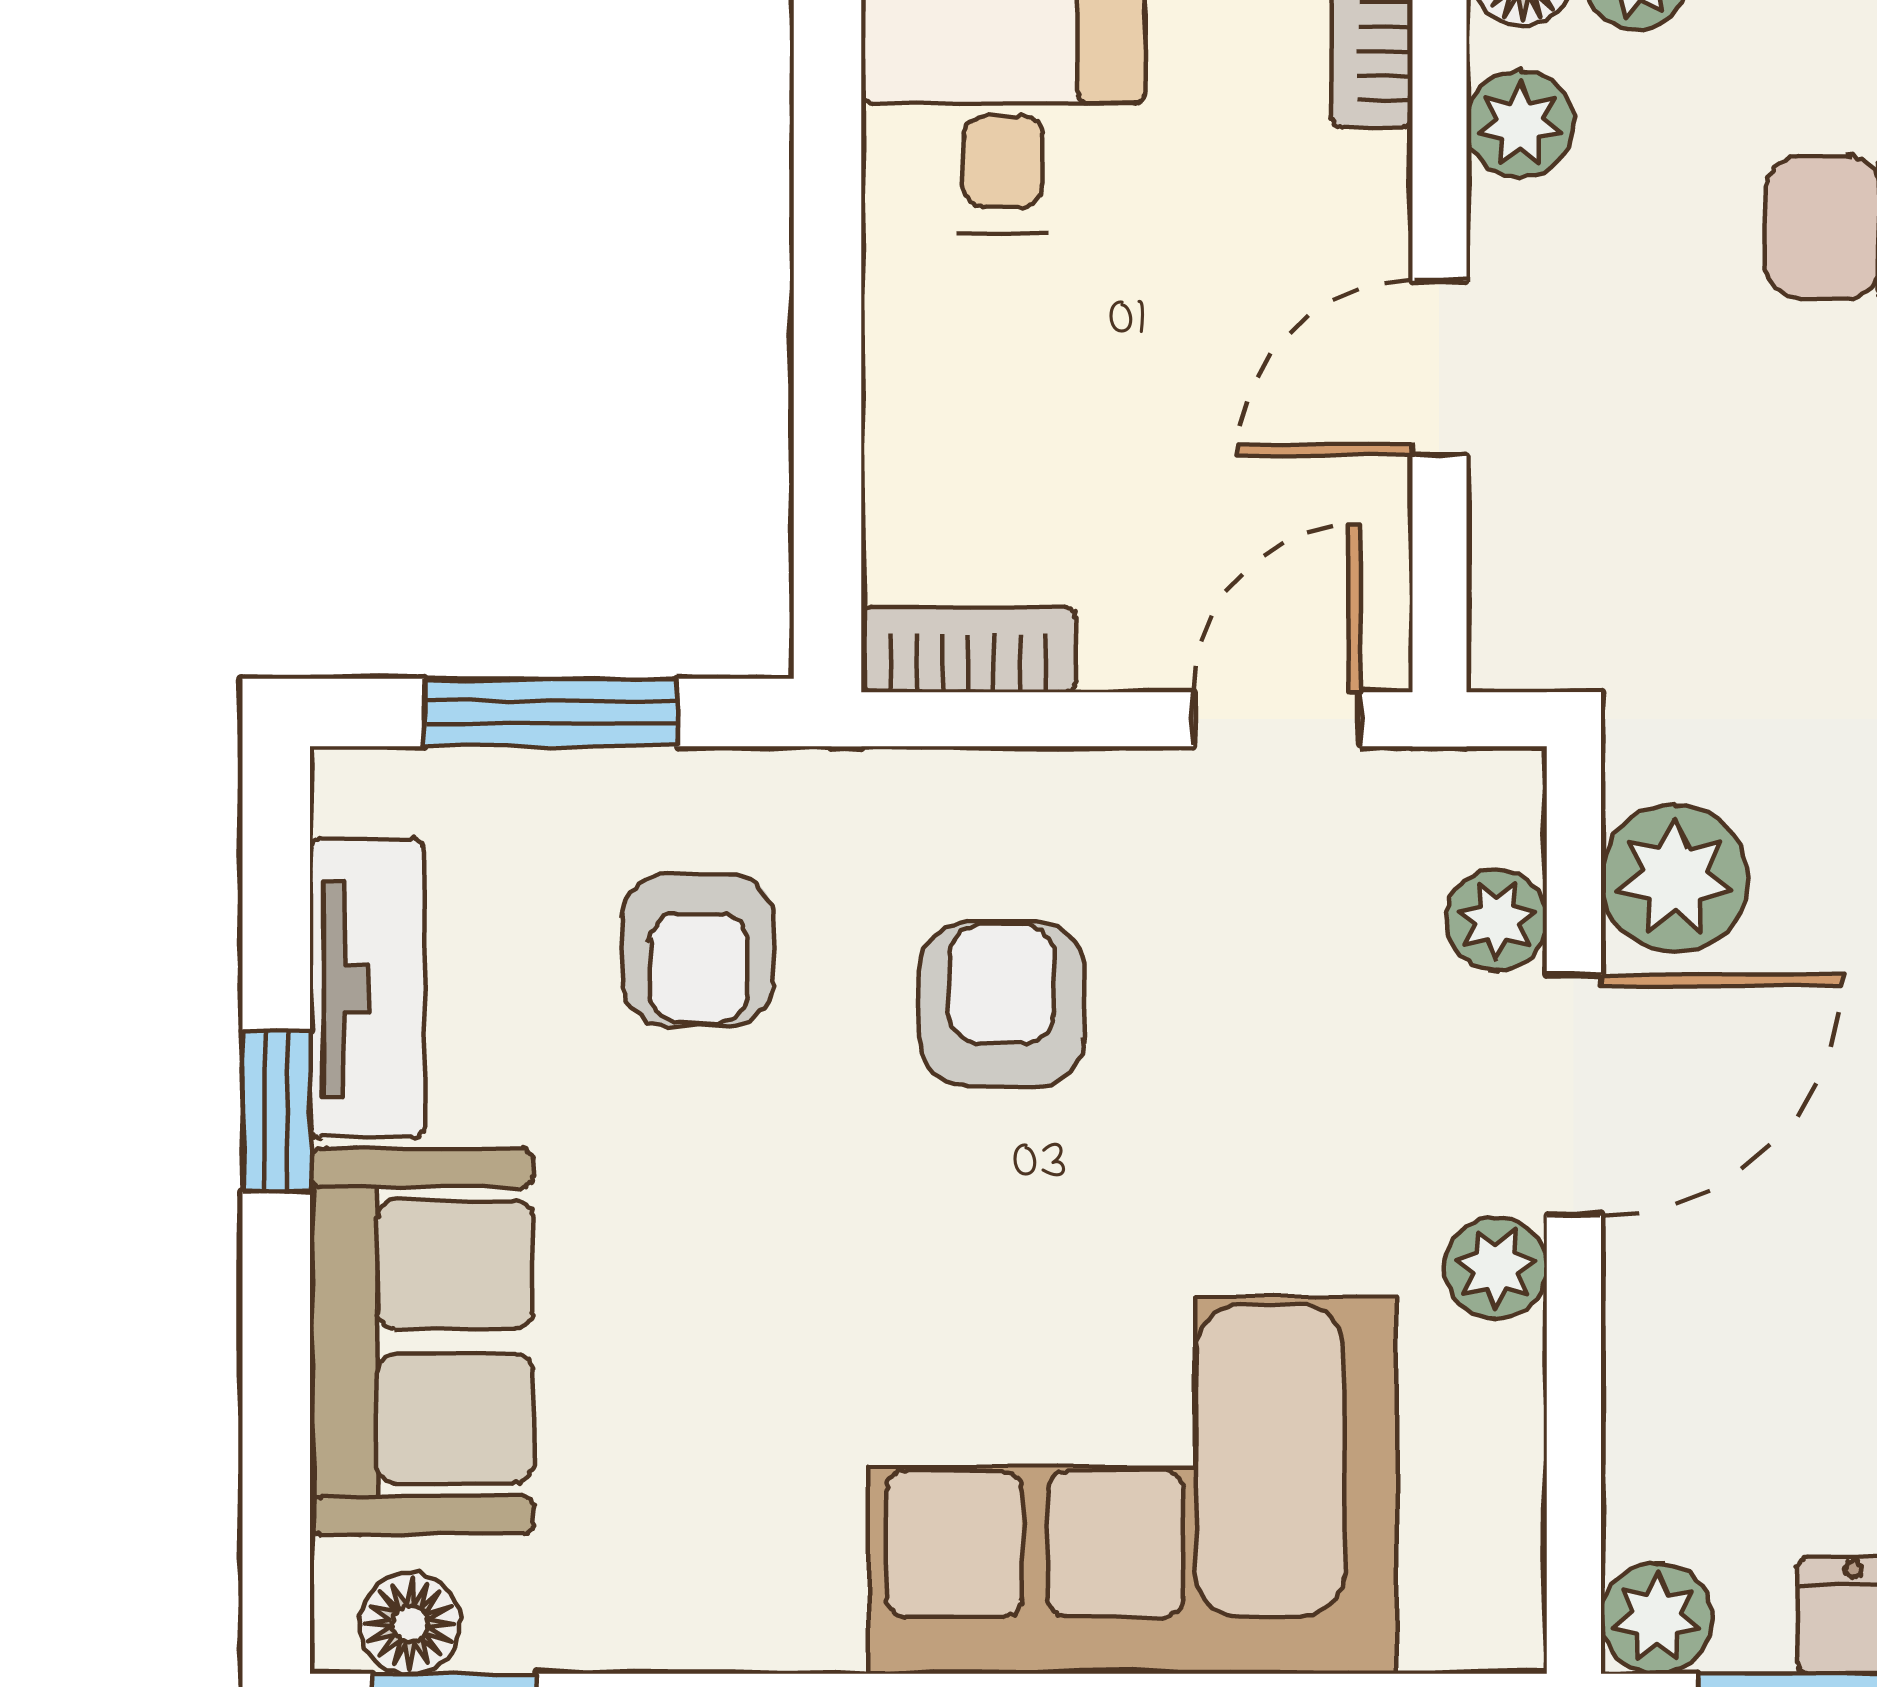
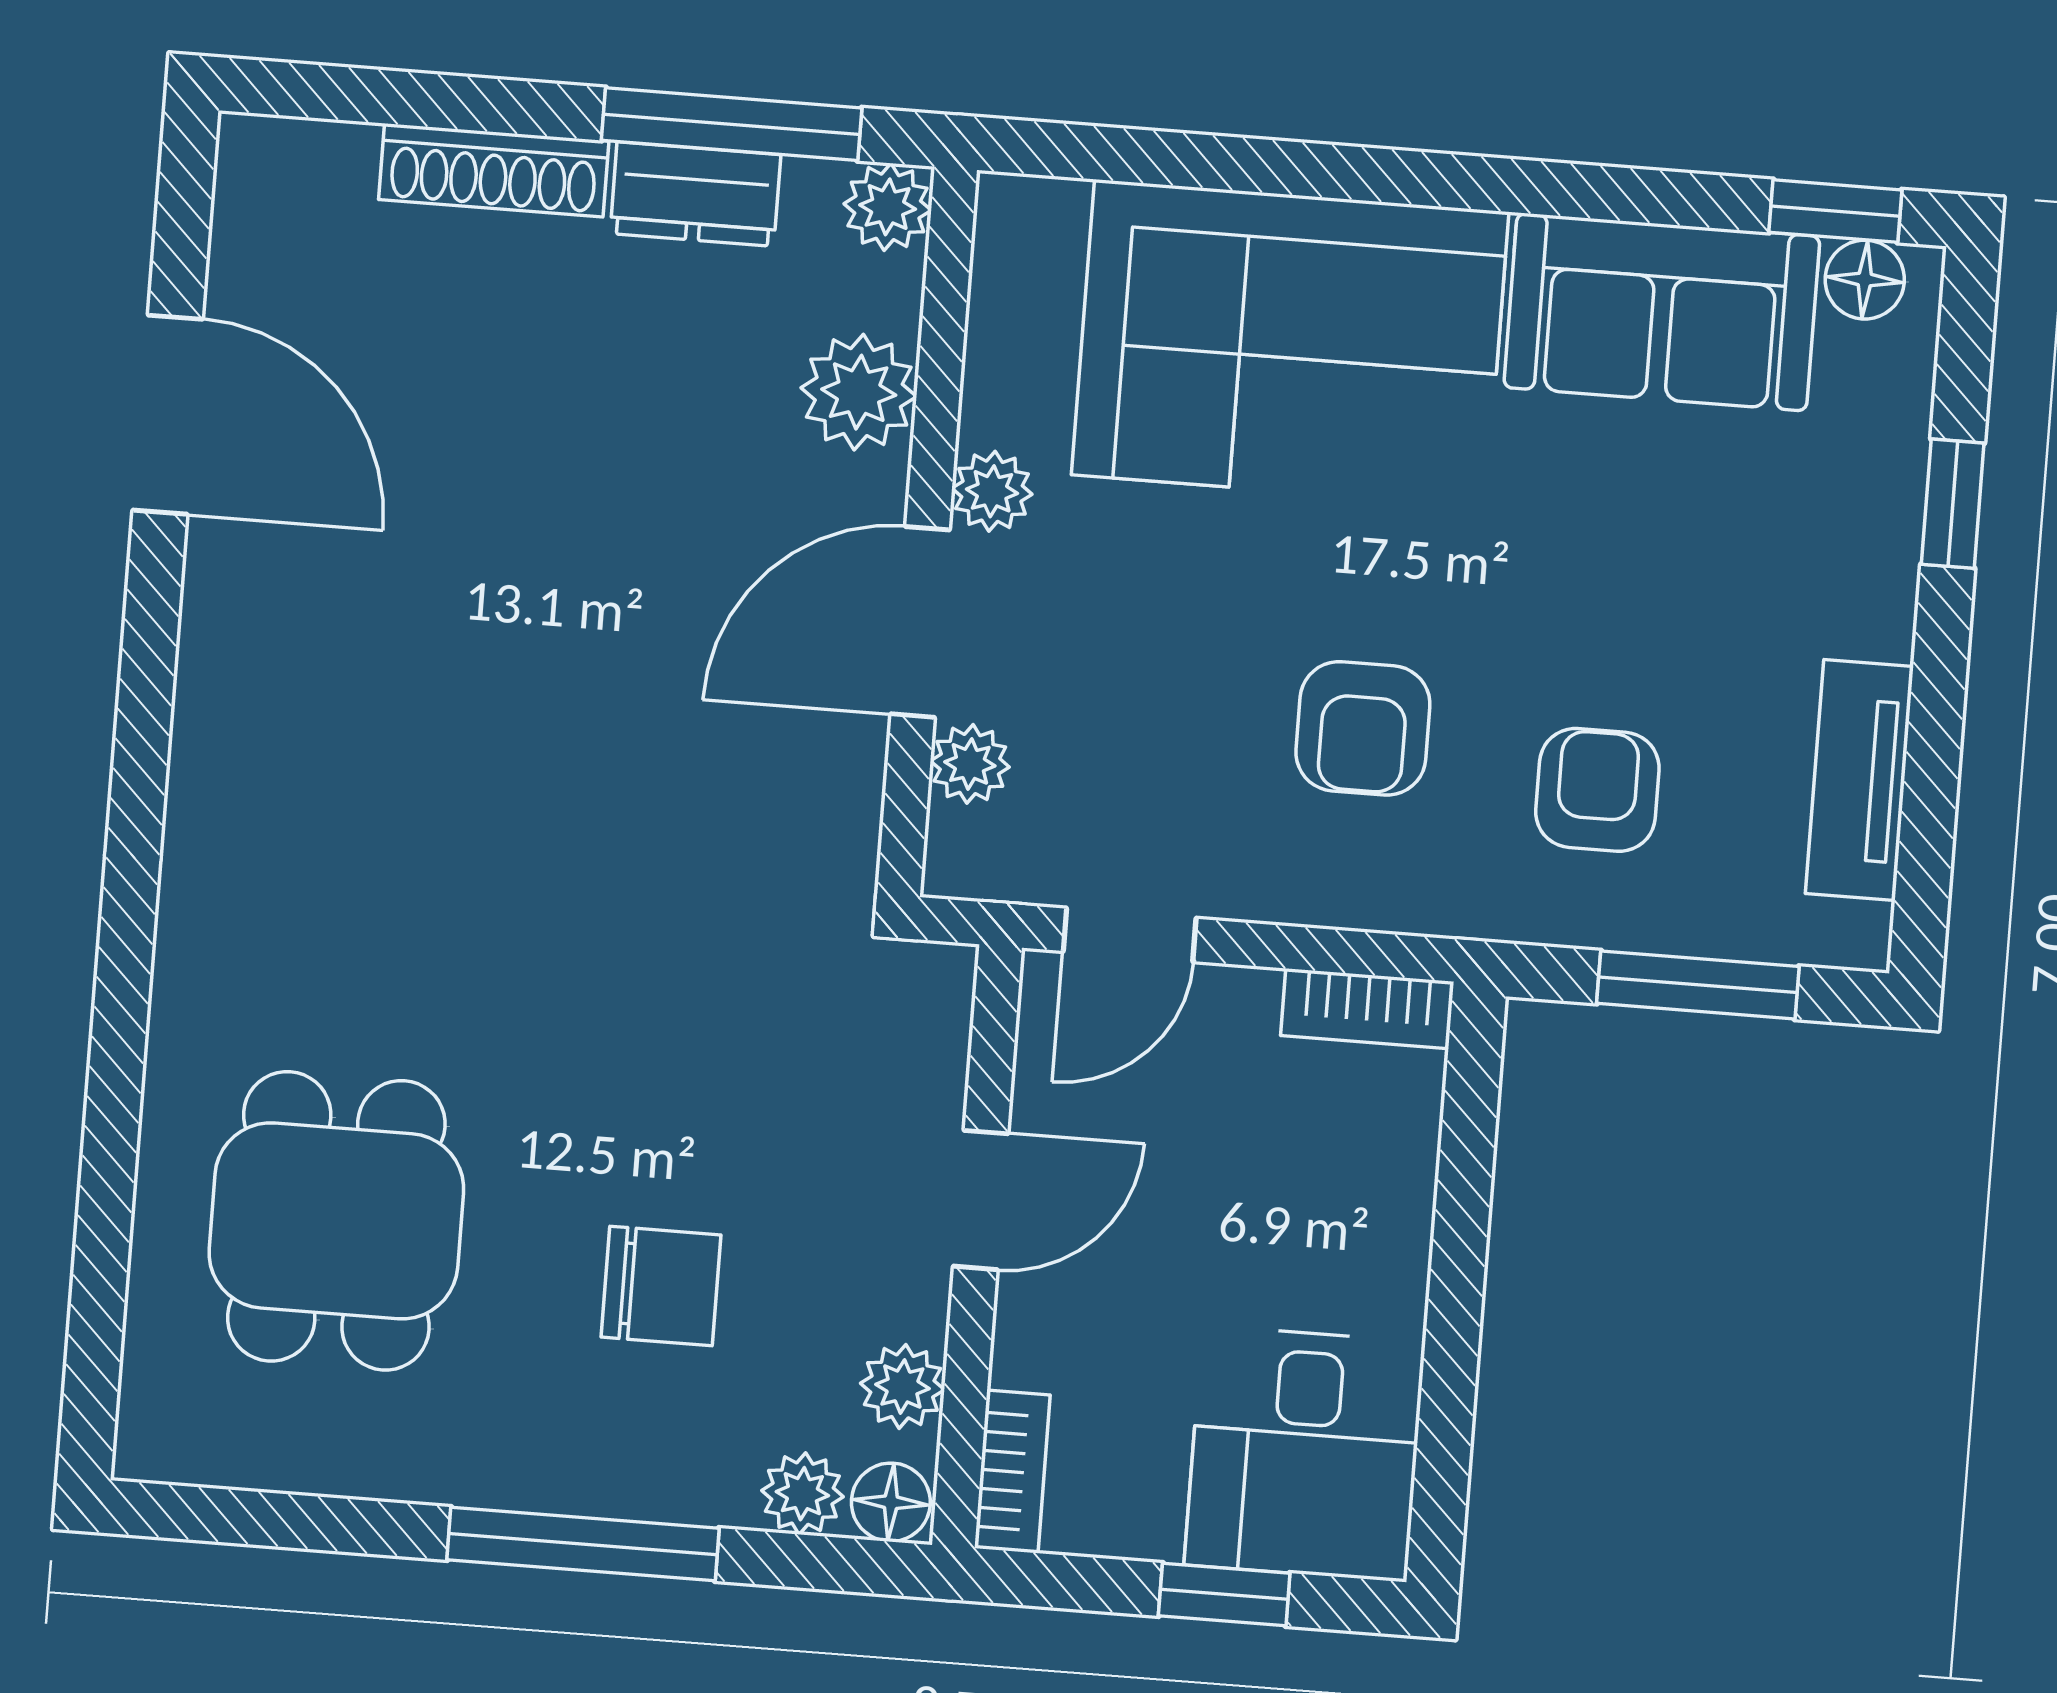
plant: (1675, 878) -> (859, 392), moved
window: (276, 1111) -> (1953, 504), moved
sofa: (421, 1342) -> (1662, 312), moved, turned -90

